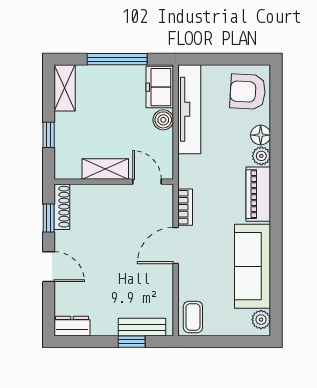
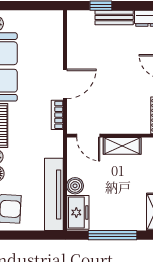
coffee table: (193, 317) -> (51, 26), removed
bench: (142, 327) -> (114, 17), moved

